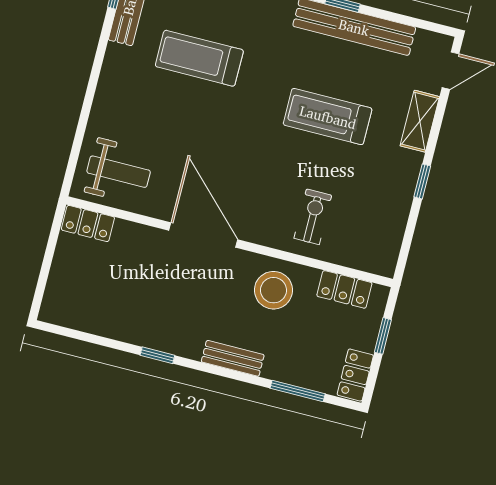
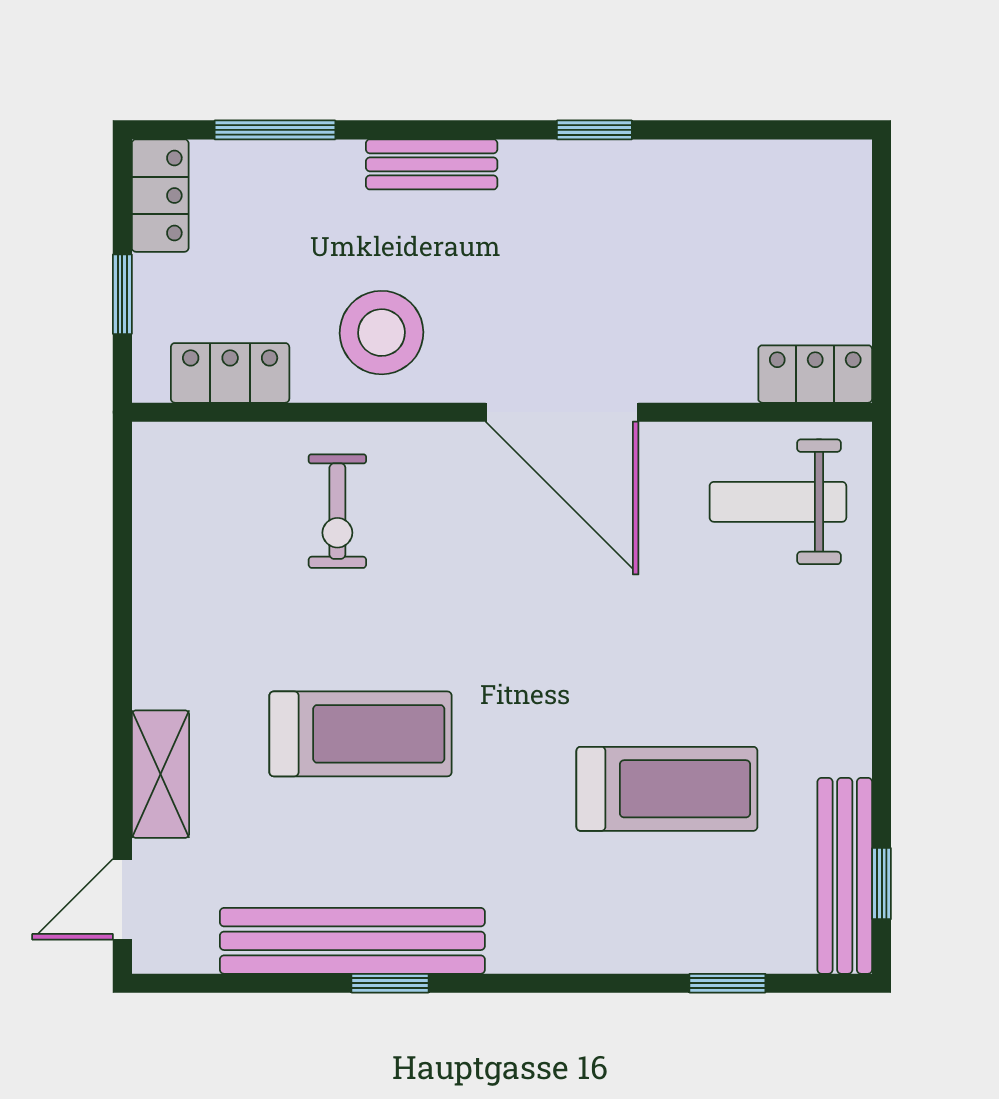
window: (422, 181) -> (122, 647), removed

